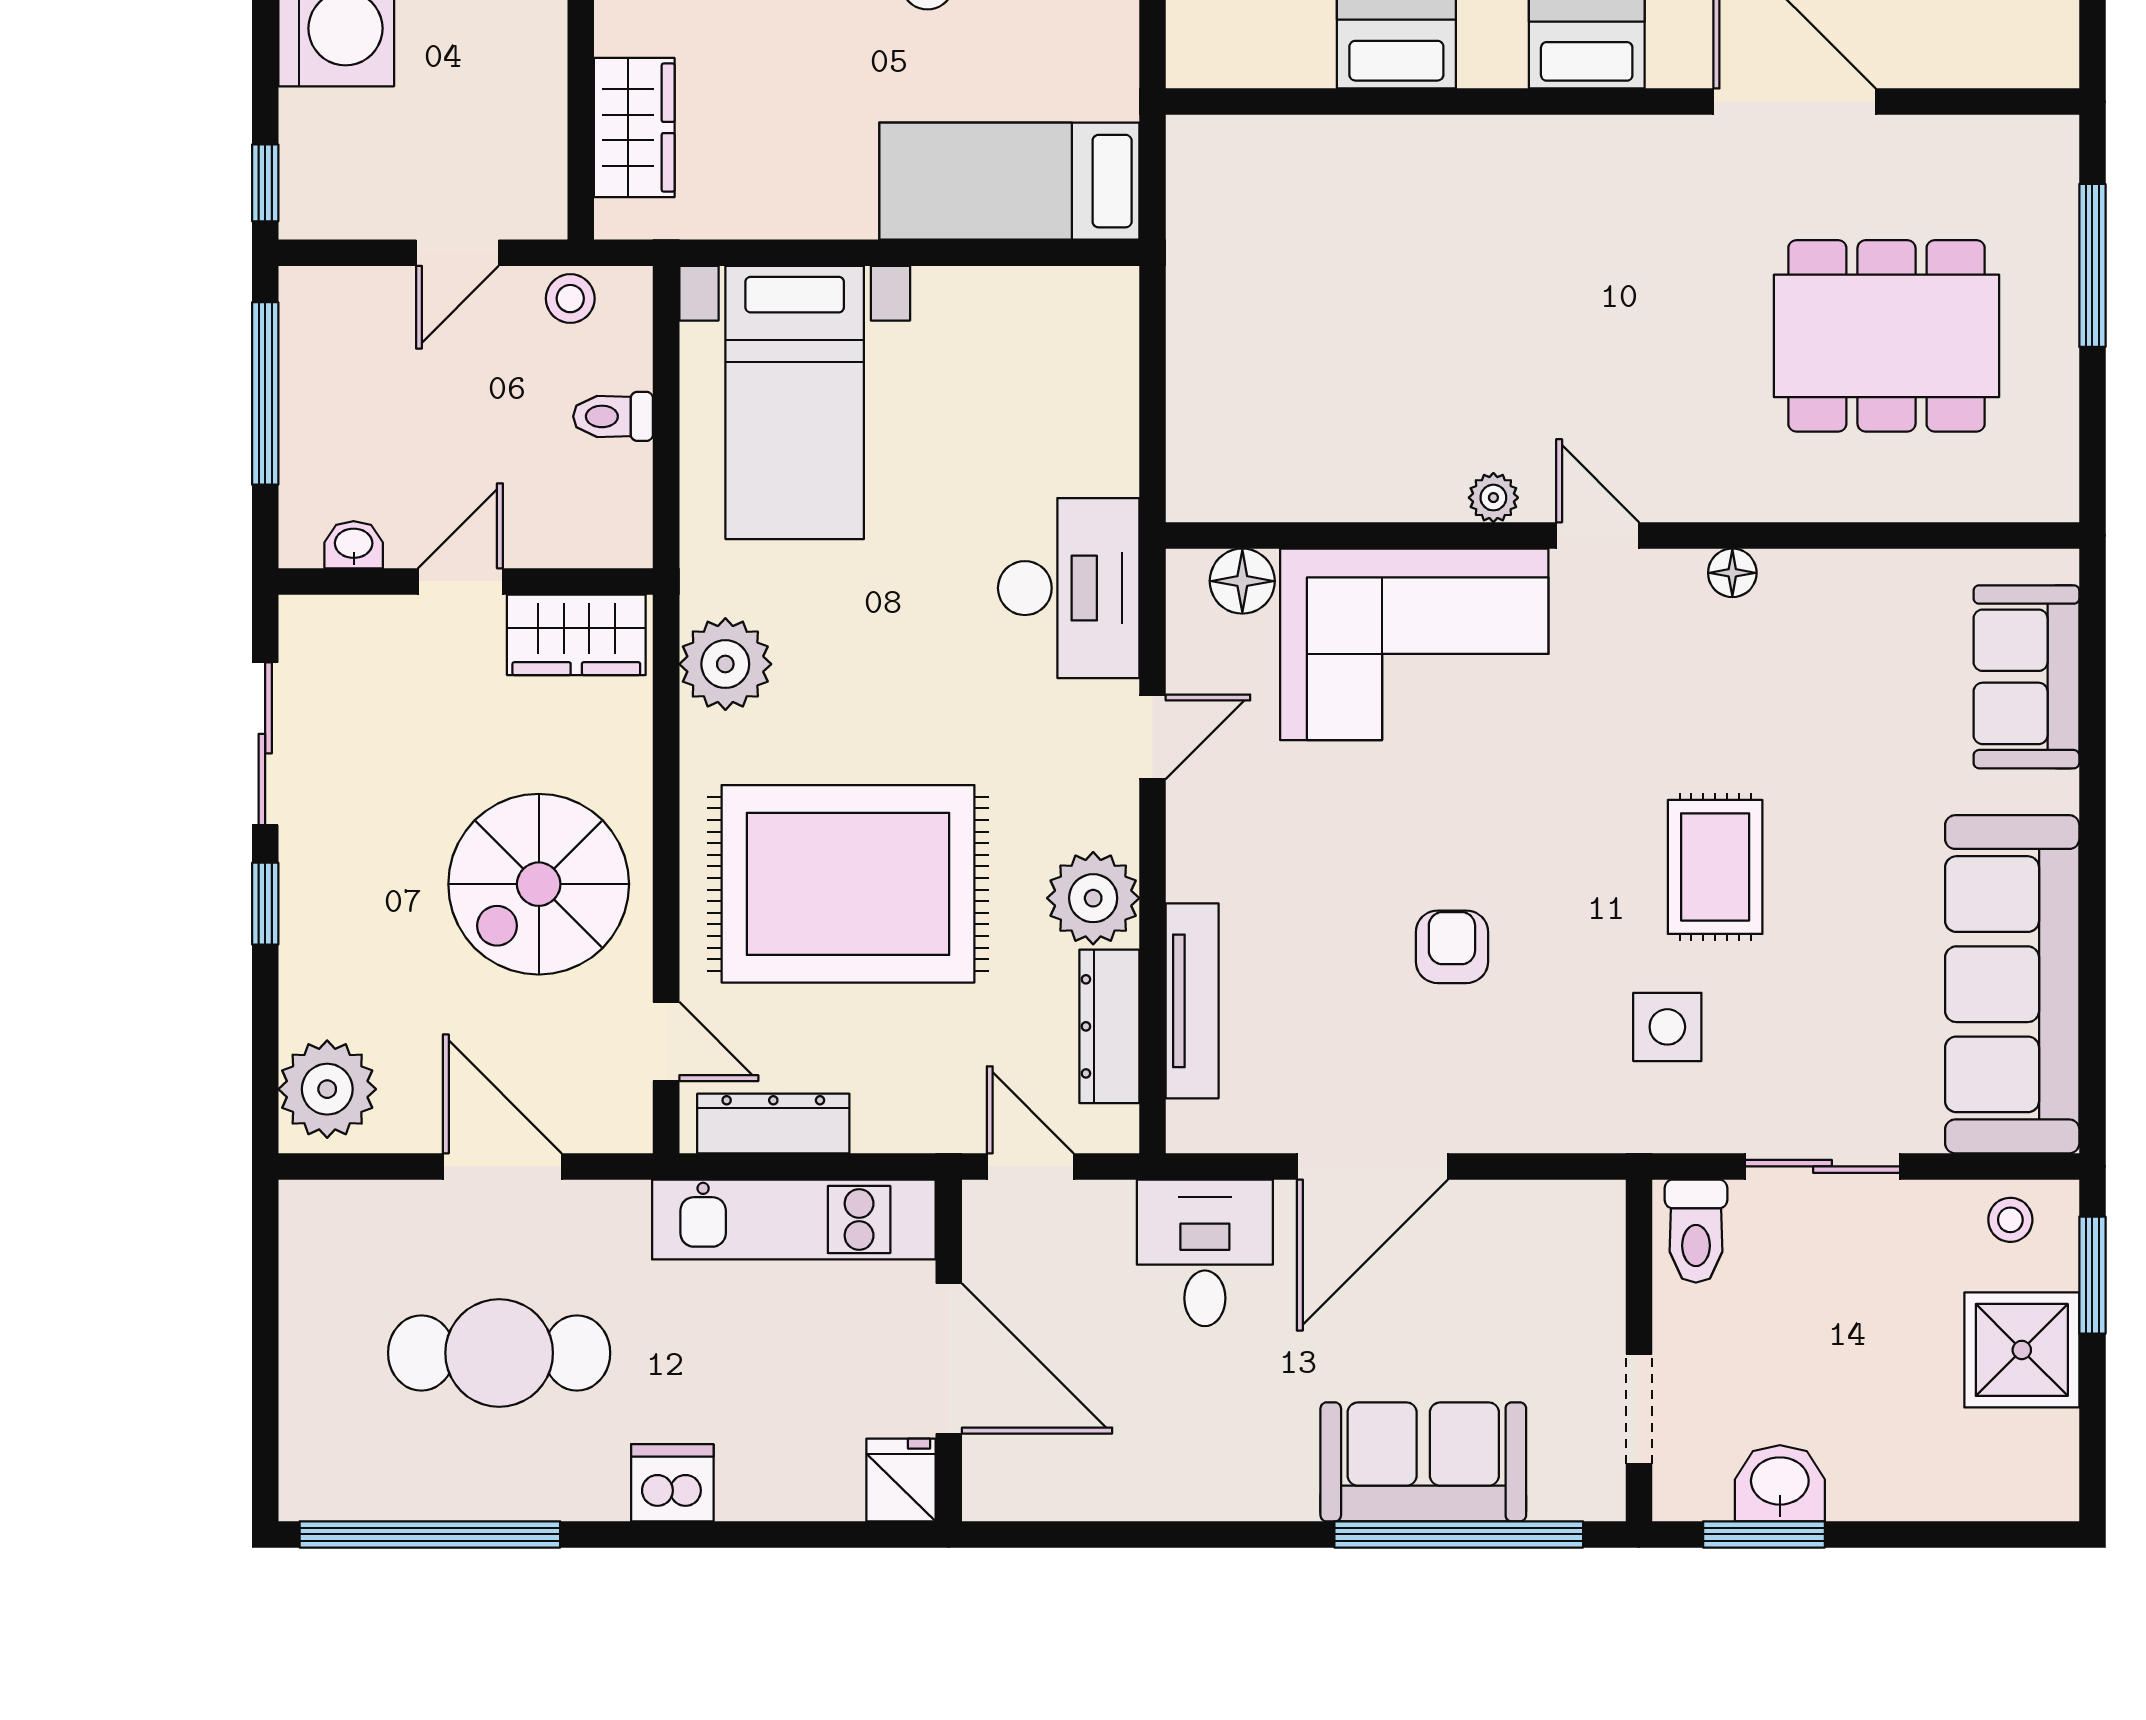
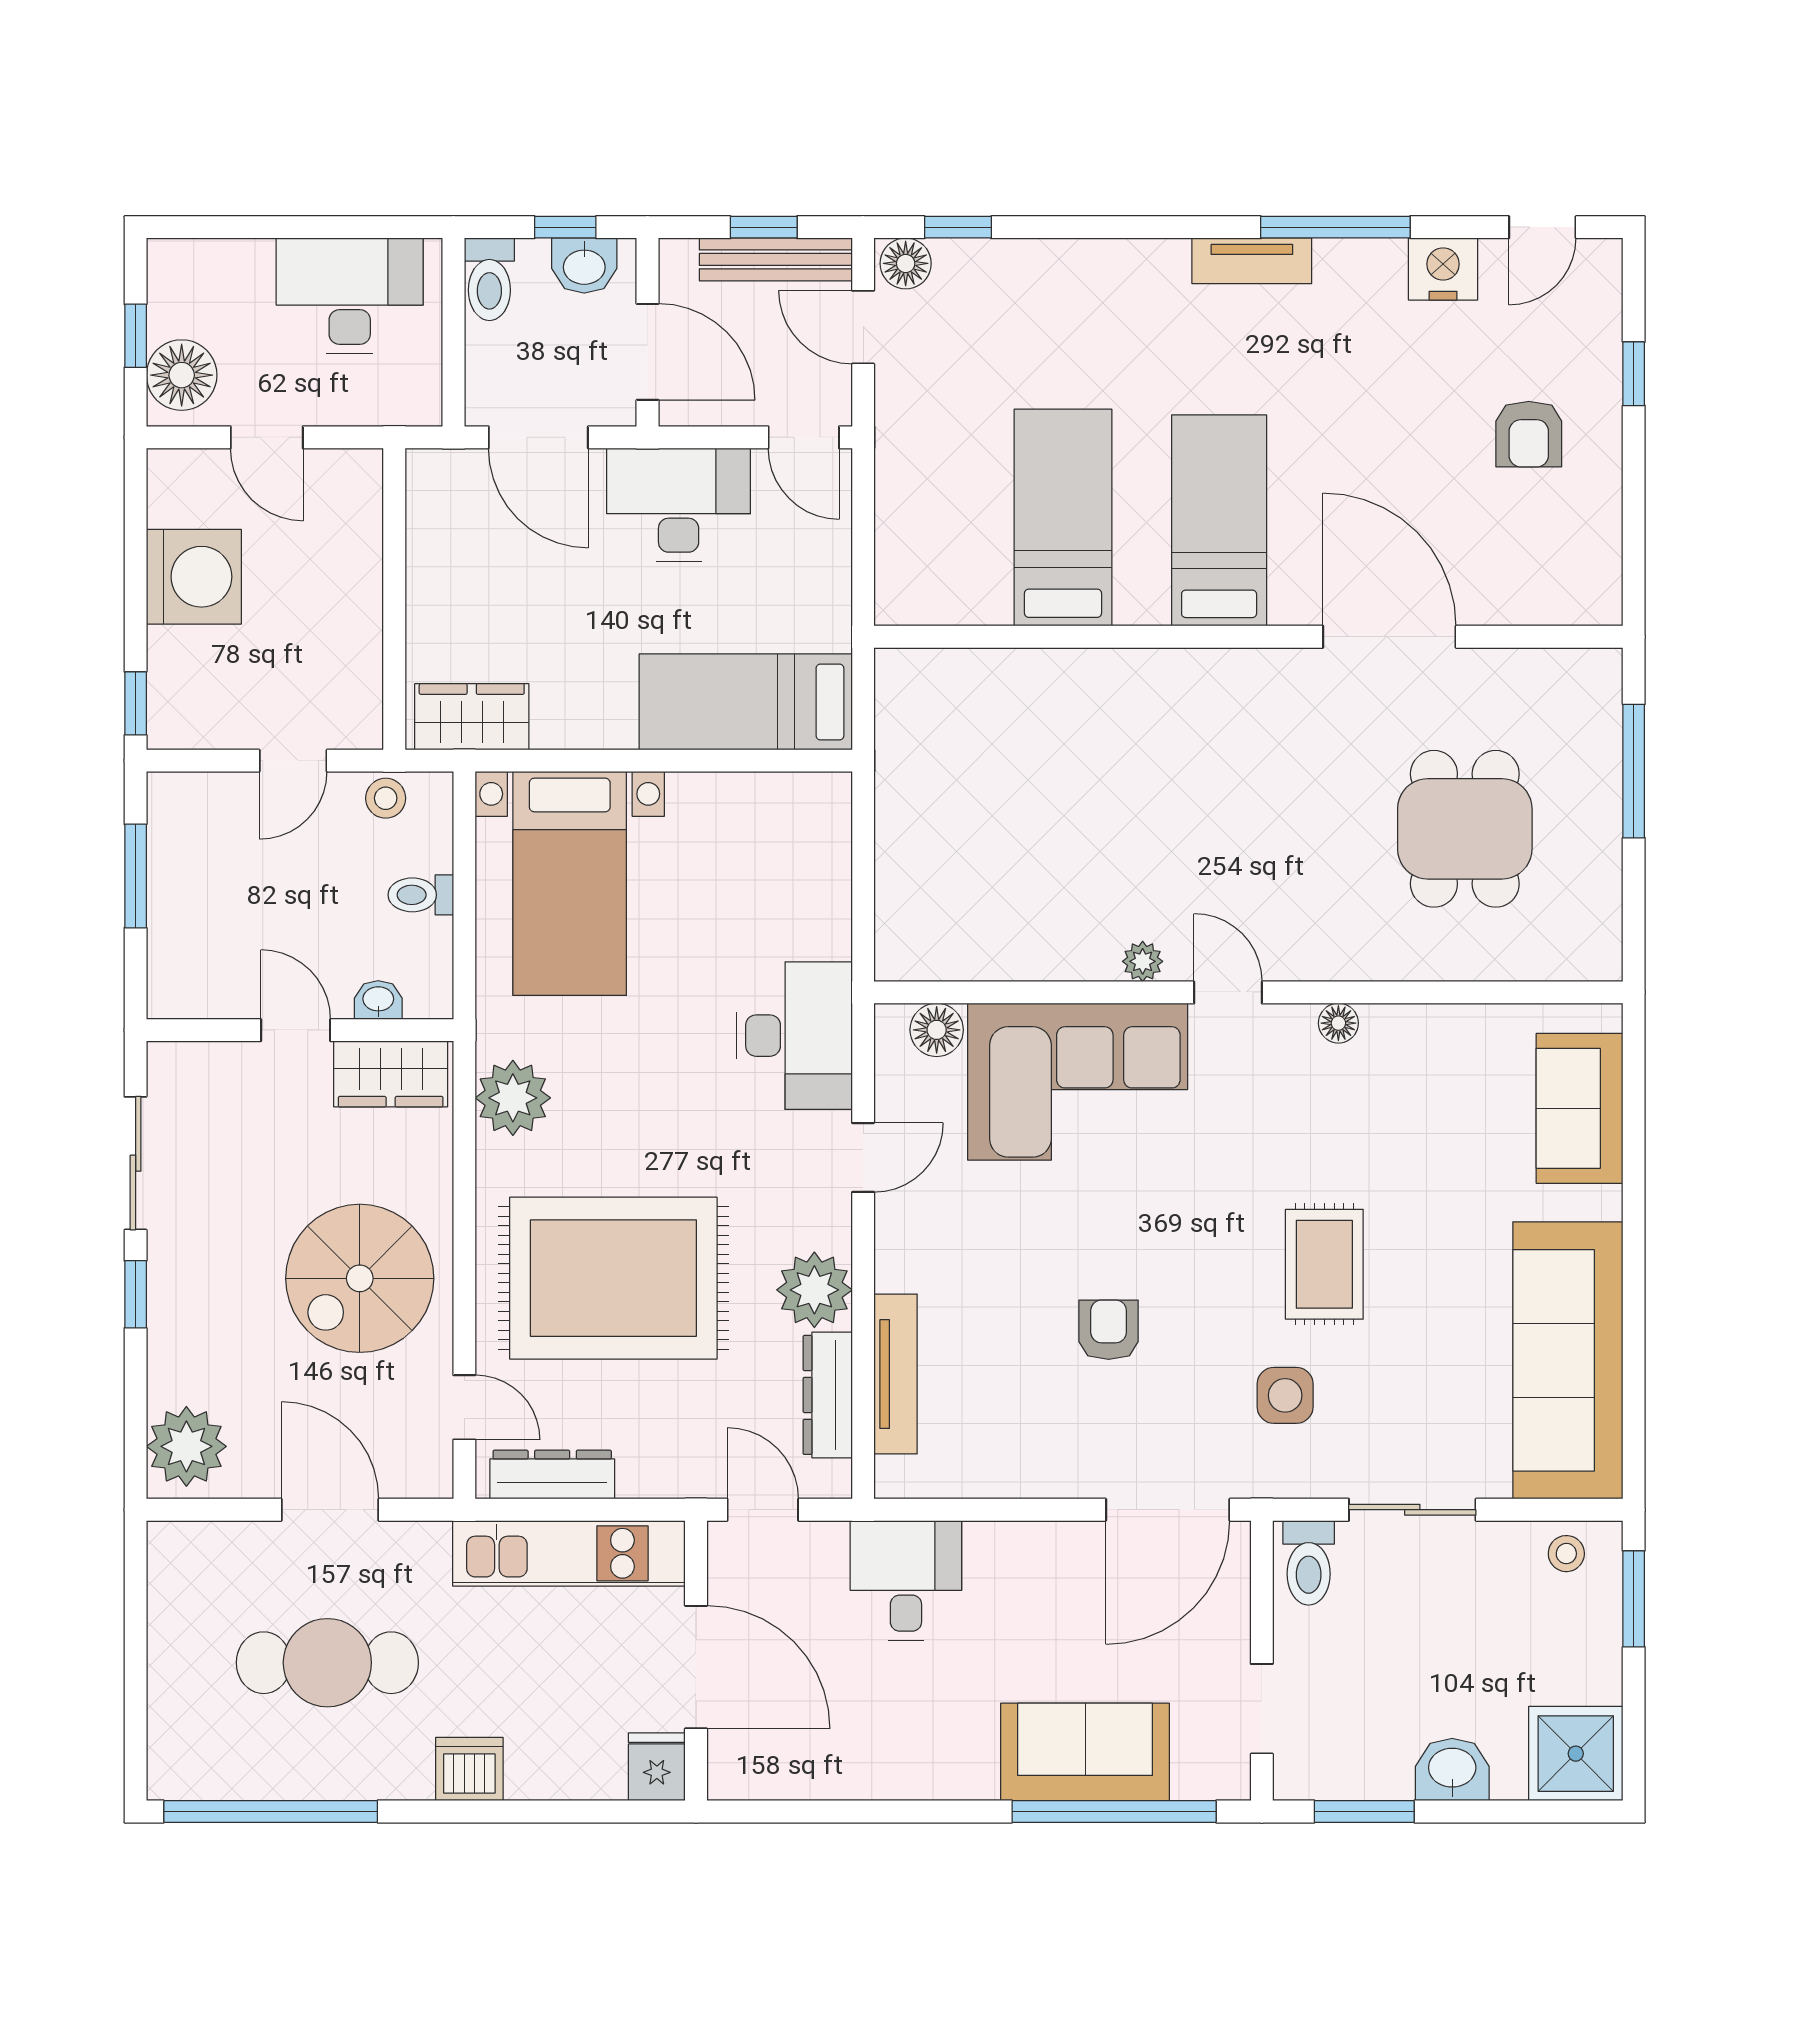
wardrobe: (634, 128) -> (472, 717), moved, turned -90
dining table: (1886, 336) -> (1465, 829), width x0.73
window: (265, 393) -> (136, 876), width x0.69
washbasin: (354, 545) -> (378, 1000), moved
door: (460, 581) -> (296, 1030), hinge flipped
door: (1372, 1166) -> (1168, 1510), moved
shower: (2022, 1350) -> (1576, 1754), moved
washbasin: (1780, 1483) -> (1452, 1769), moved

